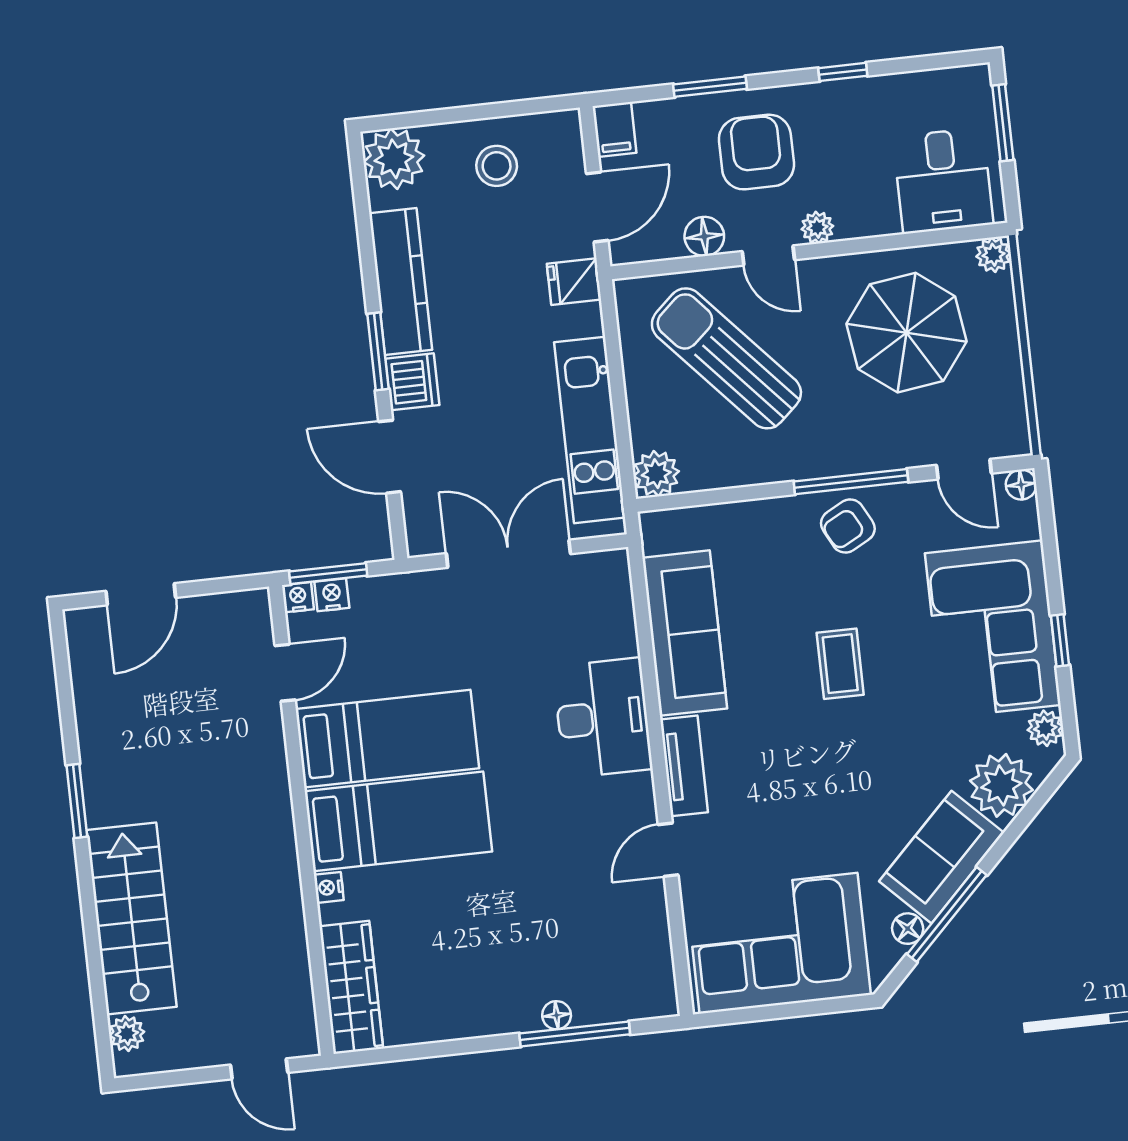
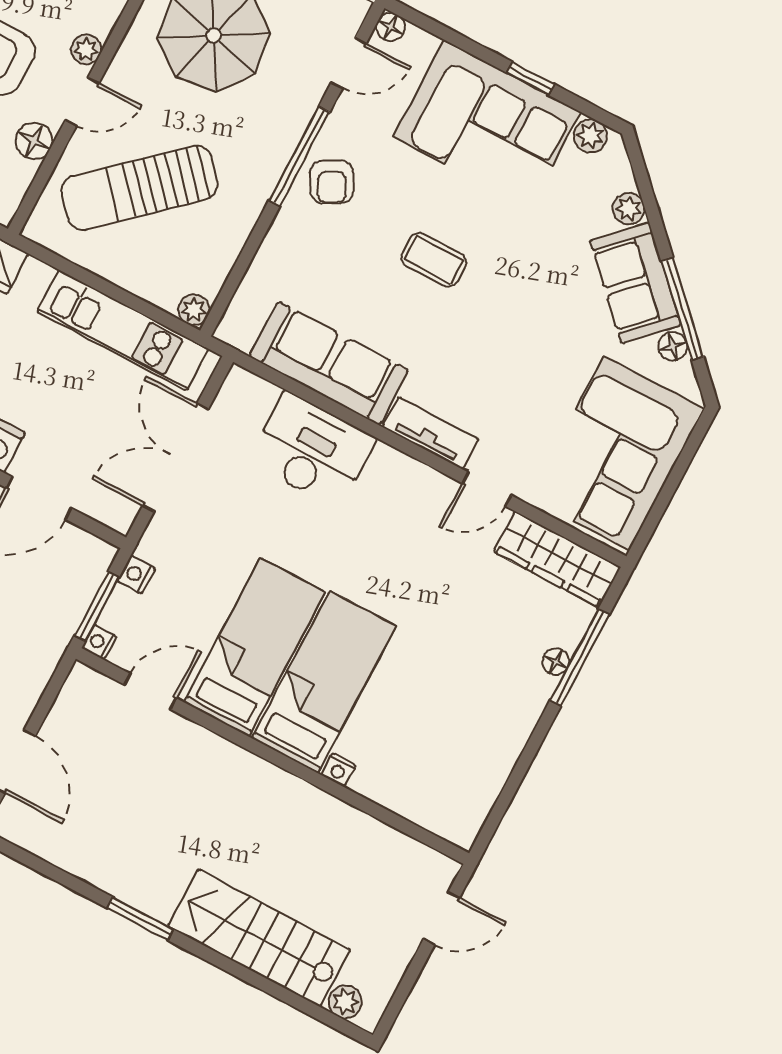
plant: (656, 474) -> (194, 310), width x0.73, depth x0.73
nightstand: (332, 595) -> (136, 574), moved
door: (285, 673) -> (150, 691), hinge flipped
desk: (603, 718) -> (312, 450), moved
plant: (1001, 785) -> (629, 208), width x0.53, depth x0.53
door: (668, 850) -> (487, 489), hinge flipped
wardrobe: (351, 987) -> (557, 559), moved, turned 180

